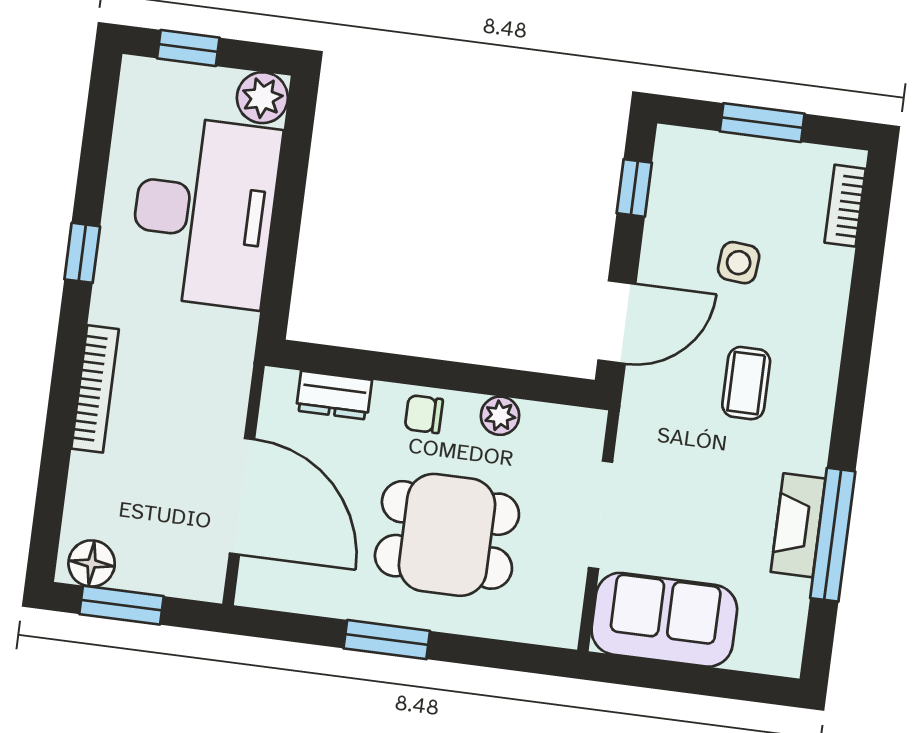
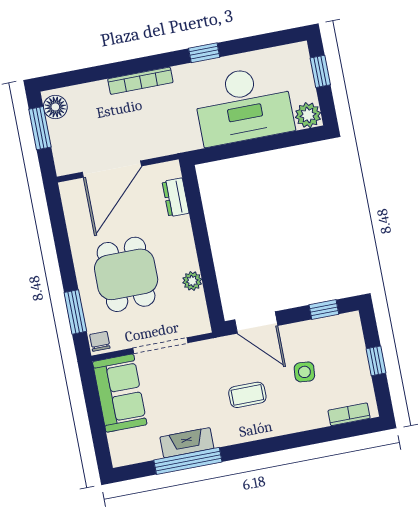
window: (762, 123) -> (376, 361), width x0.67
chair: (424, 414) -> (100, 341), moved
window: (387, 640) -> (75, 312), moved

